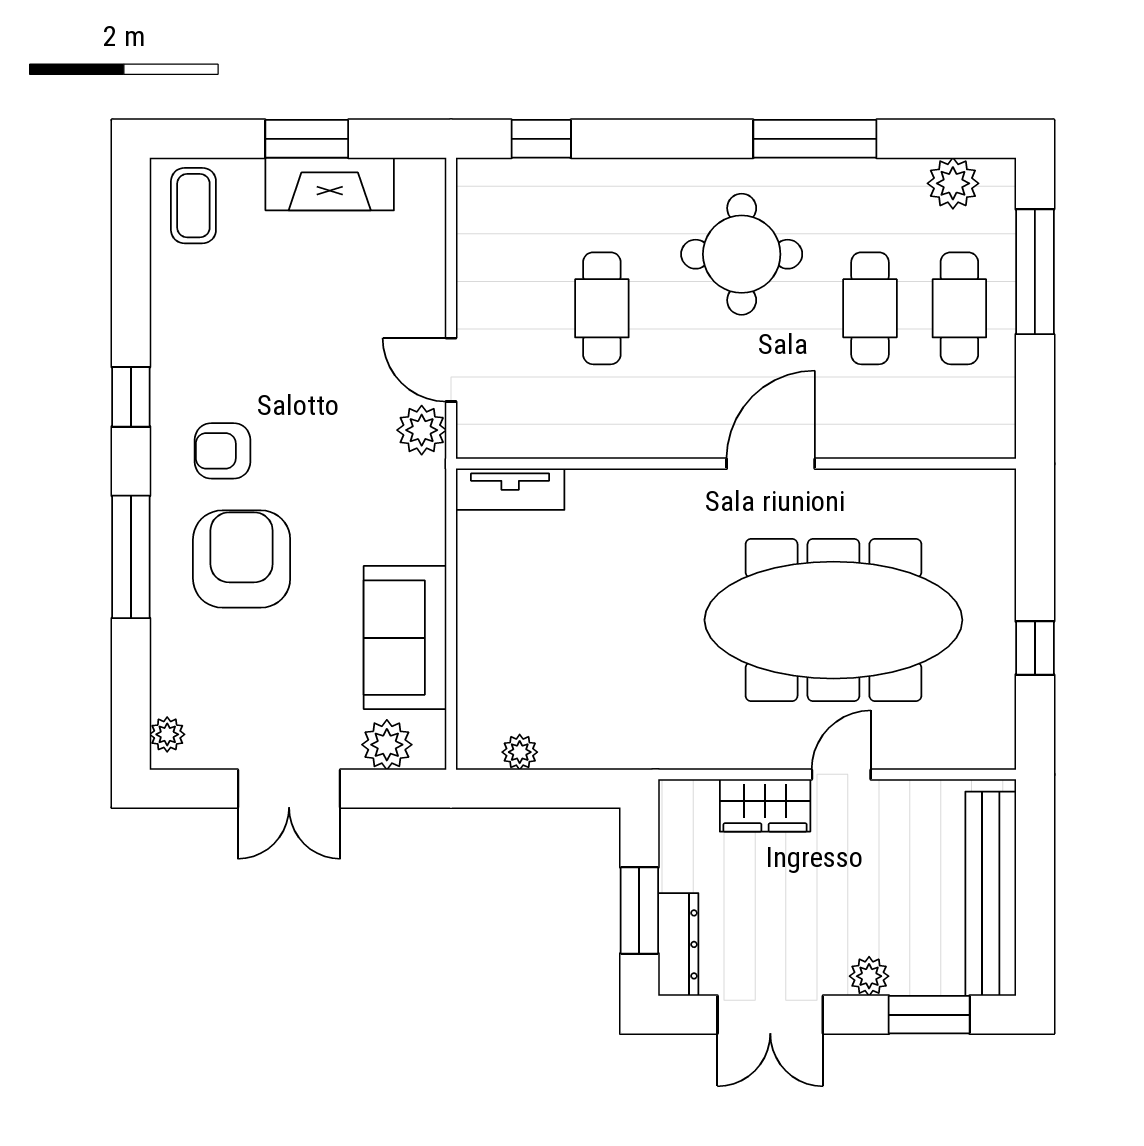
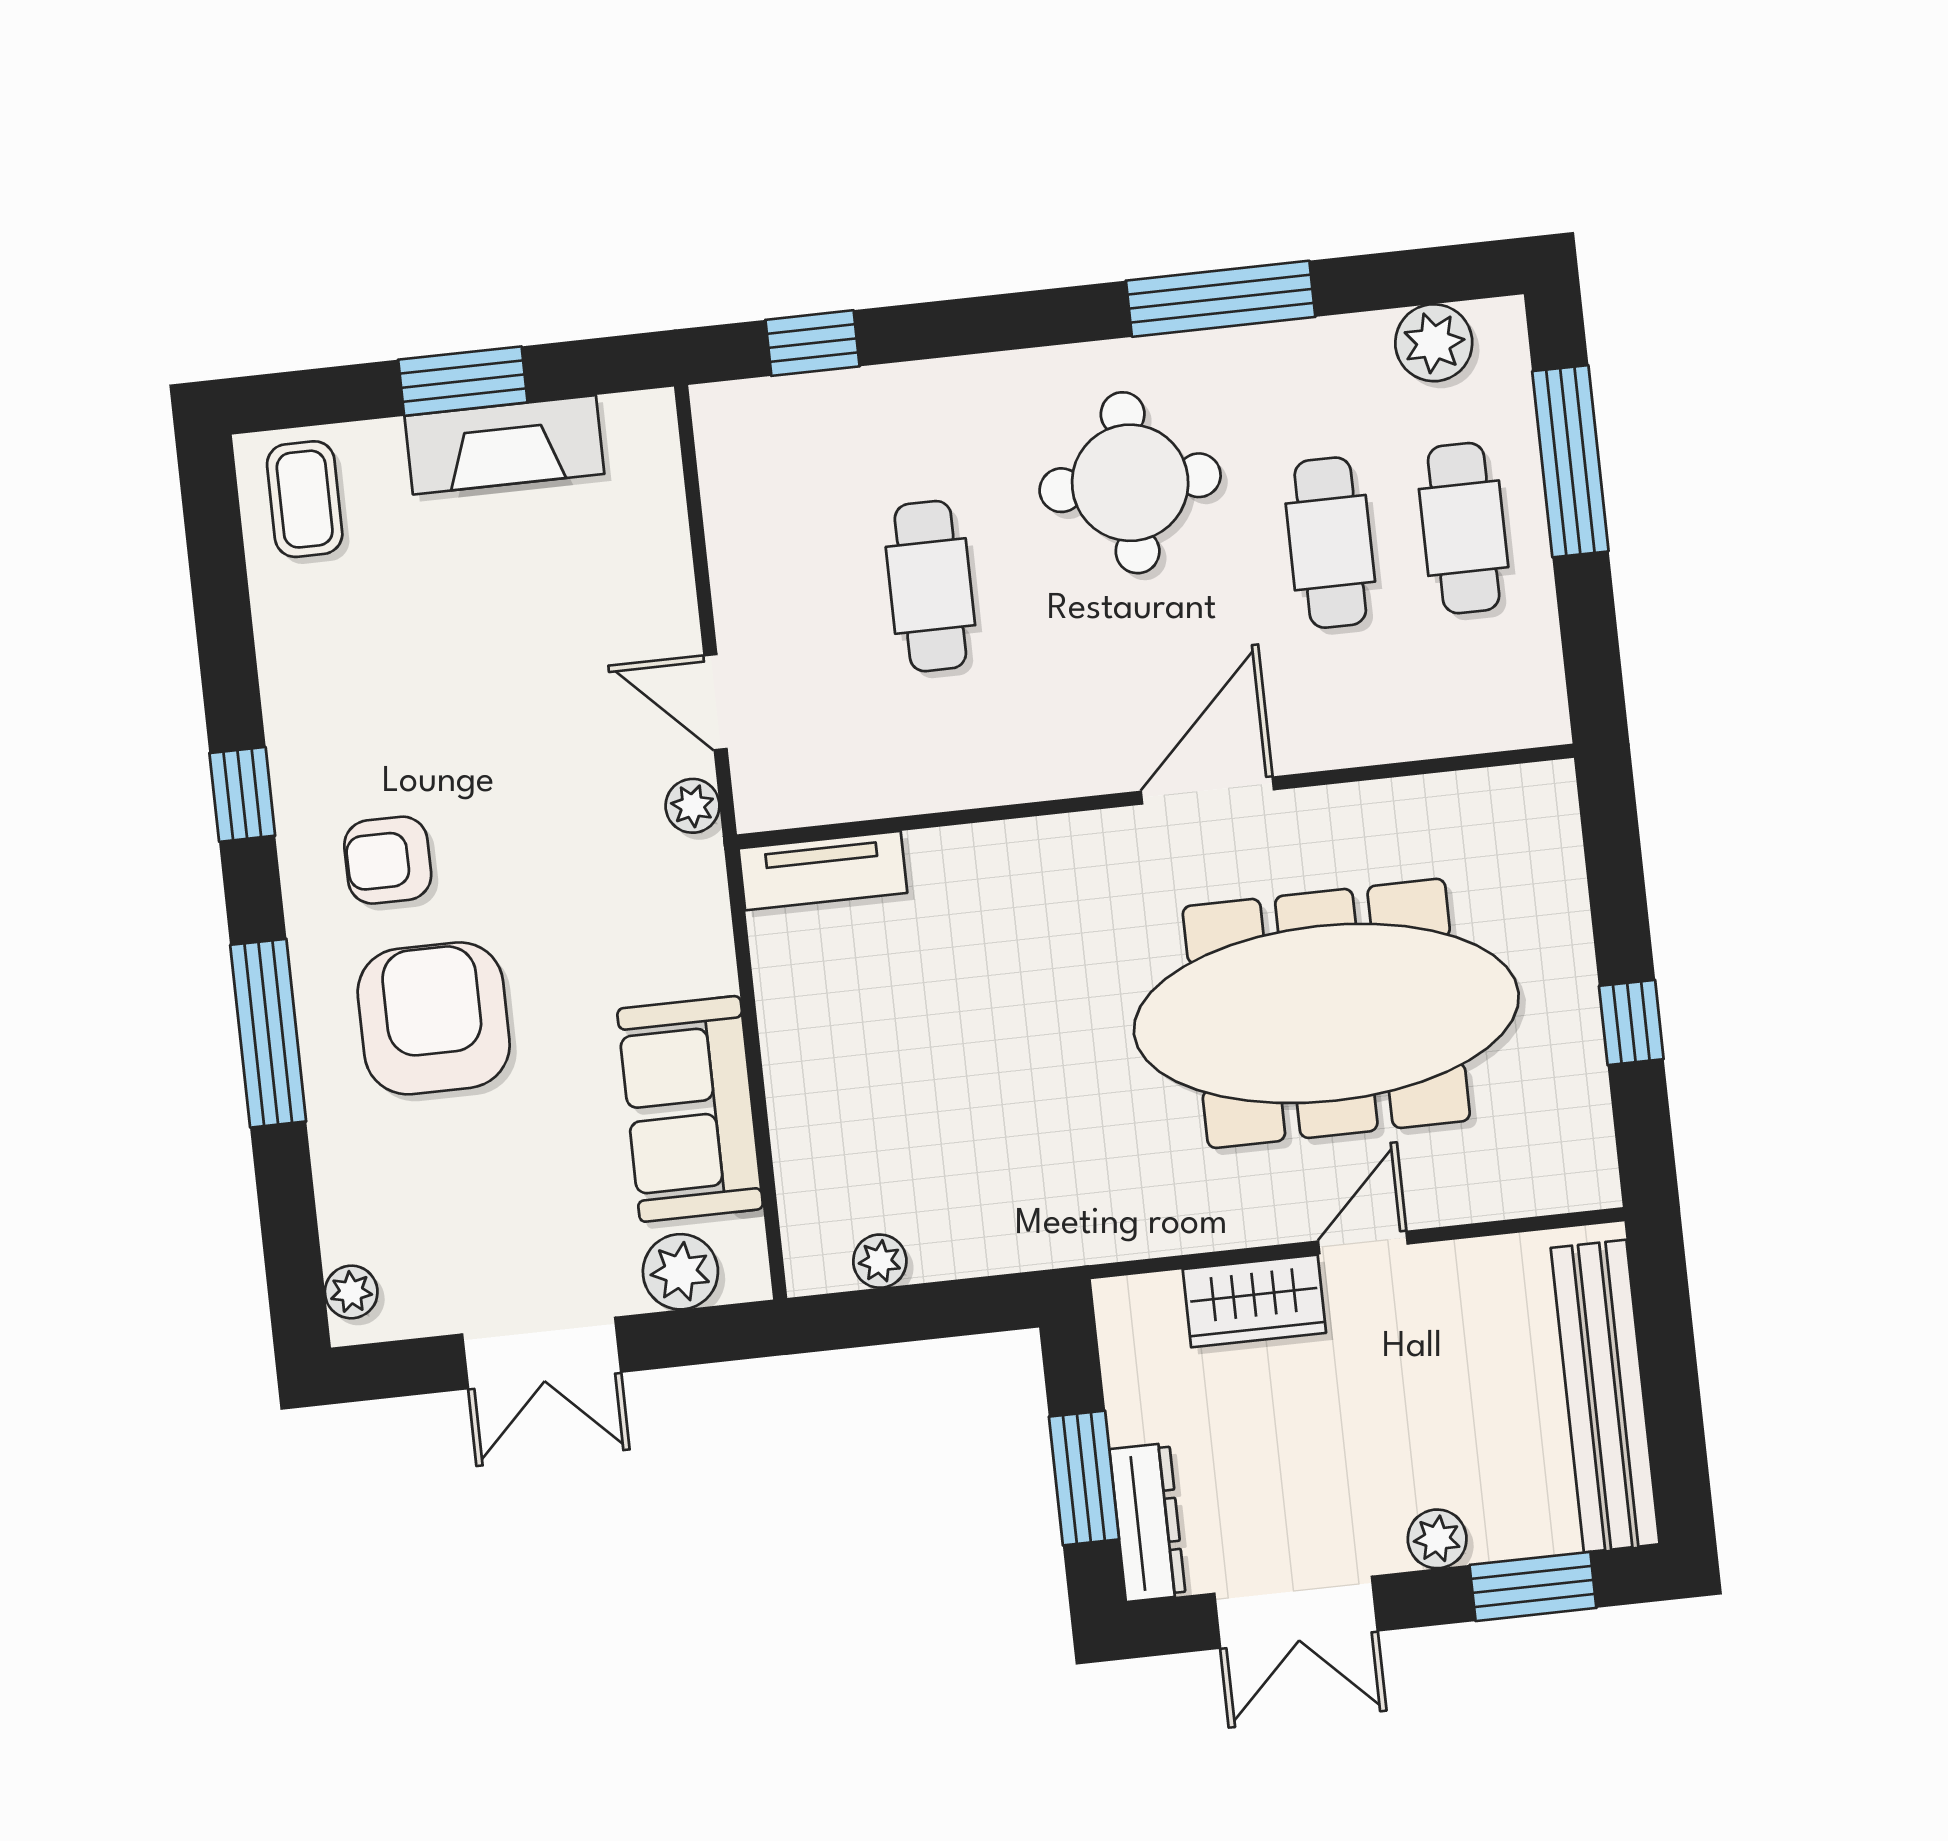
plant: (422, 430) -> (692, 806), width x0.73, depth x0.73

